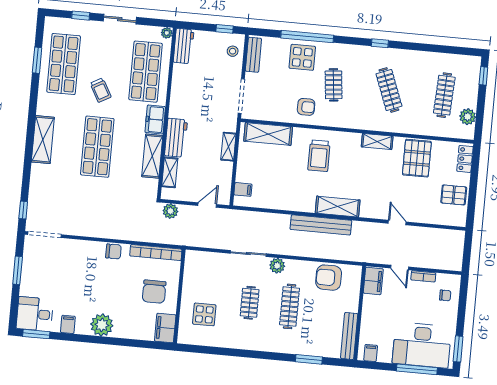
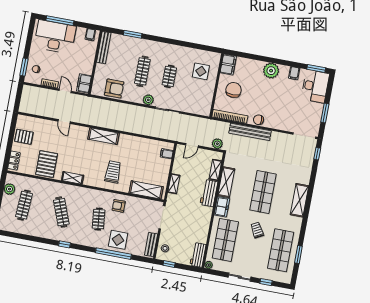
bench: (321, 225) -> (250, 132), moved
desk: (35, 314) -> (315, 86), width x1.37
window: (458, 349) -> (24, 67), moved

